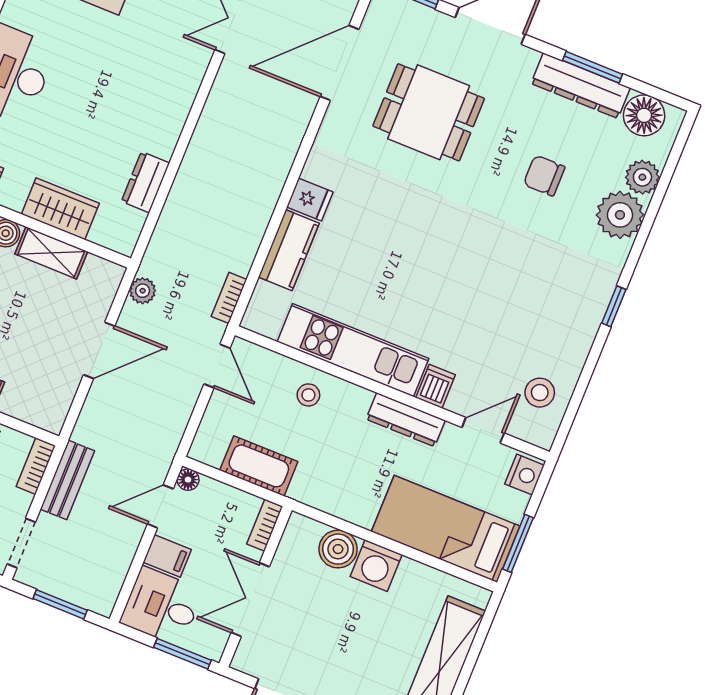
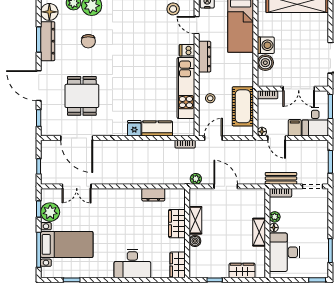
cot: (259, 466) -> (243, 106), width x1.37, depth x1.34

